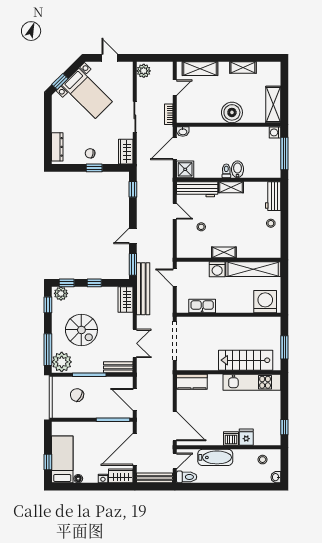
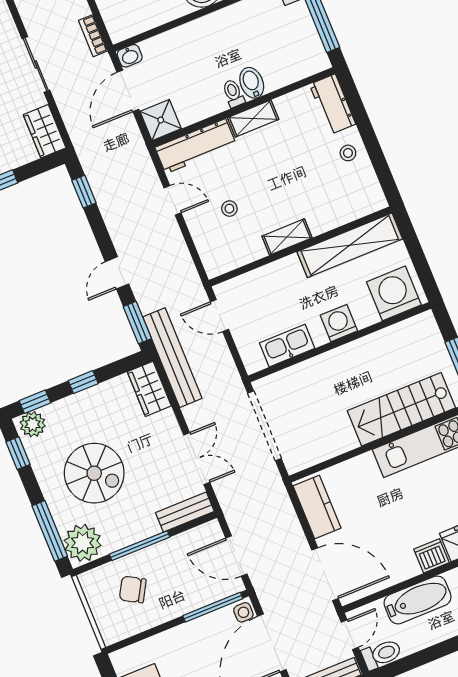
washing machine: (217, 269) -> (339, 323), moved, turned 180
kitchen counter: (192, 382) -> (317, 507), moved, turned -90
side table: (127, 429) -> (243, 612), added

